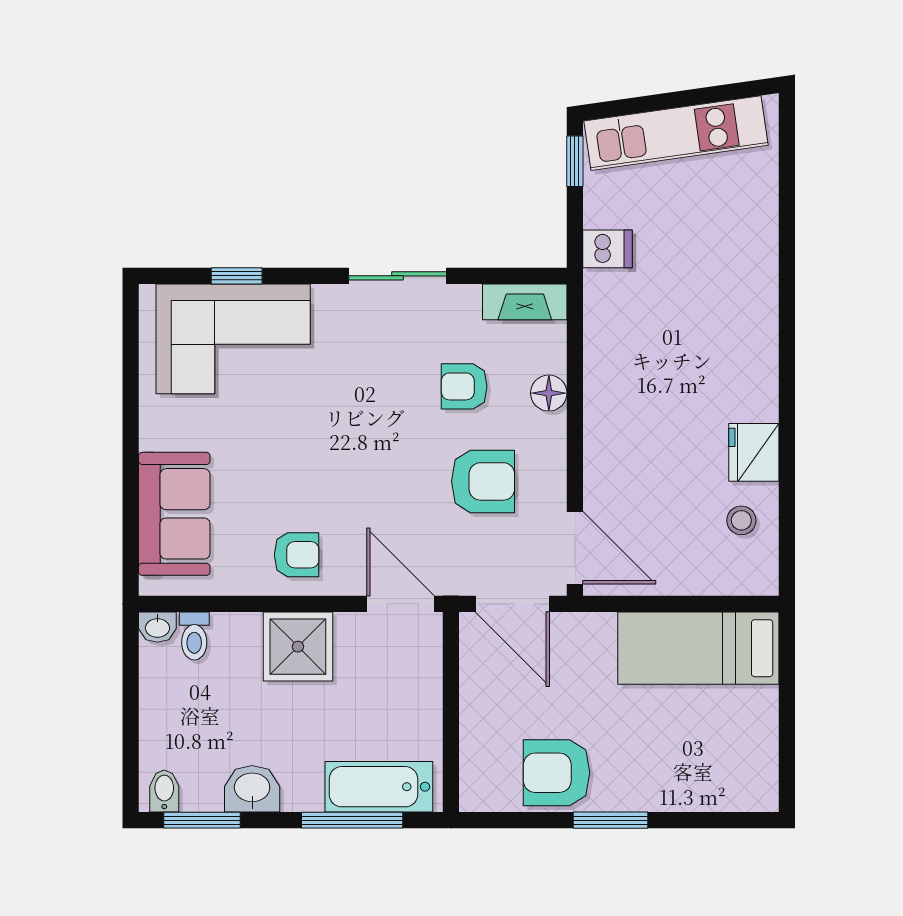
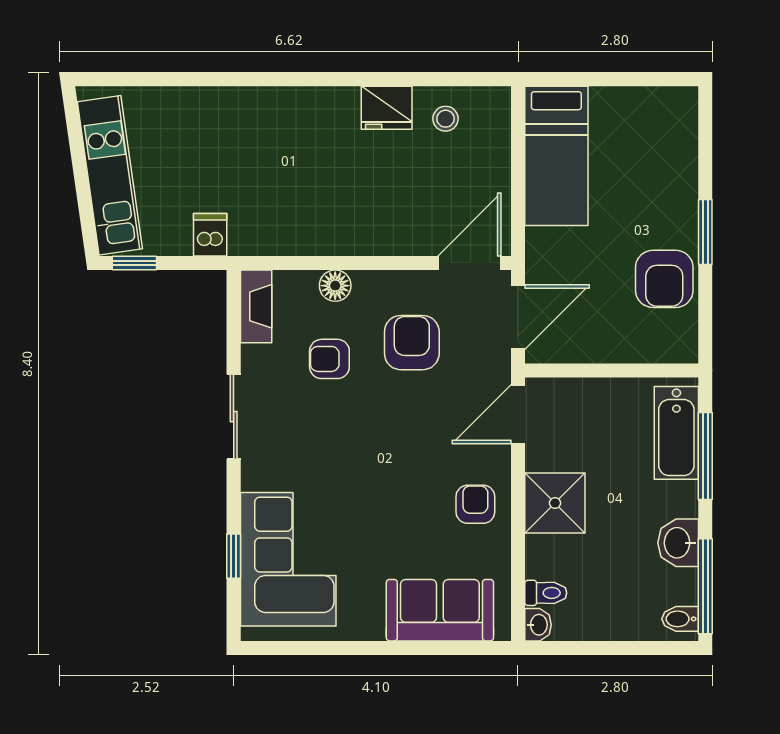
armchair: (464, 386) -> (329, 359), turned 90
window: (202, 820) -> (705, 586), width x1.44

